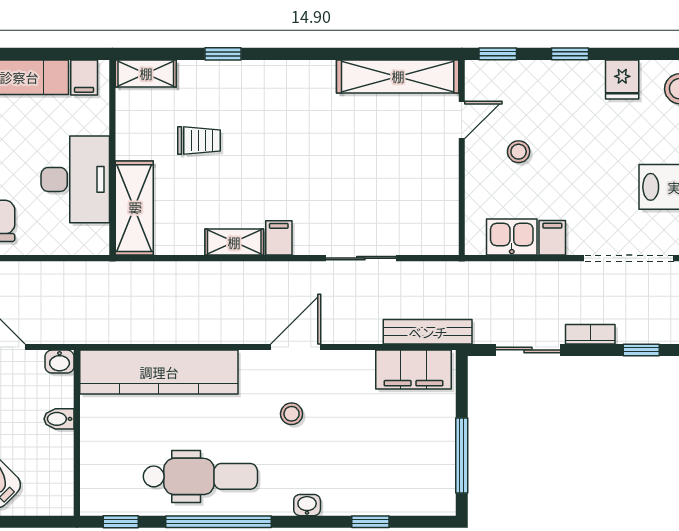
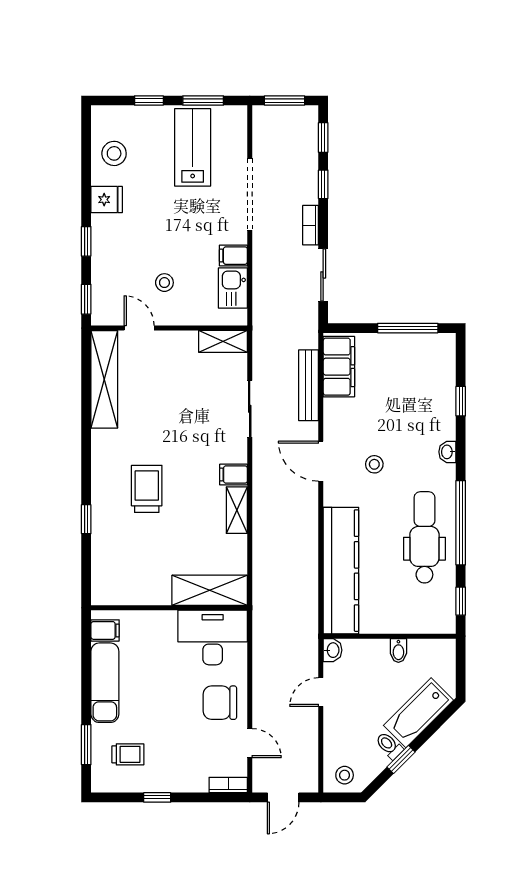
shelving: (146, 73) -> (223, 341), moved, turned 90
trolley: (199, 141) -> (147, 489), moved, width x1.36, depth x1.39
desk: (75, 179) -> (213, 637), moved
bench: (428, 332) -> (309, 385), moved
bidet: (59, 419) -> (398, 651), moved

